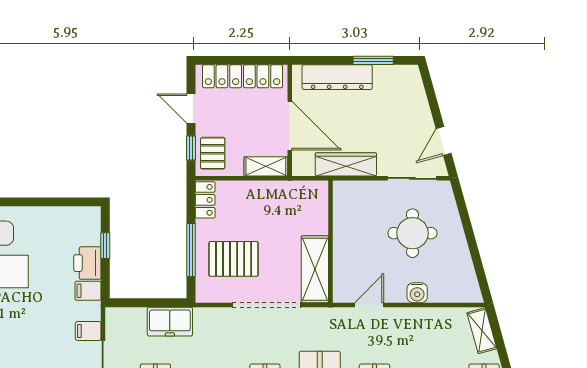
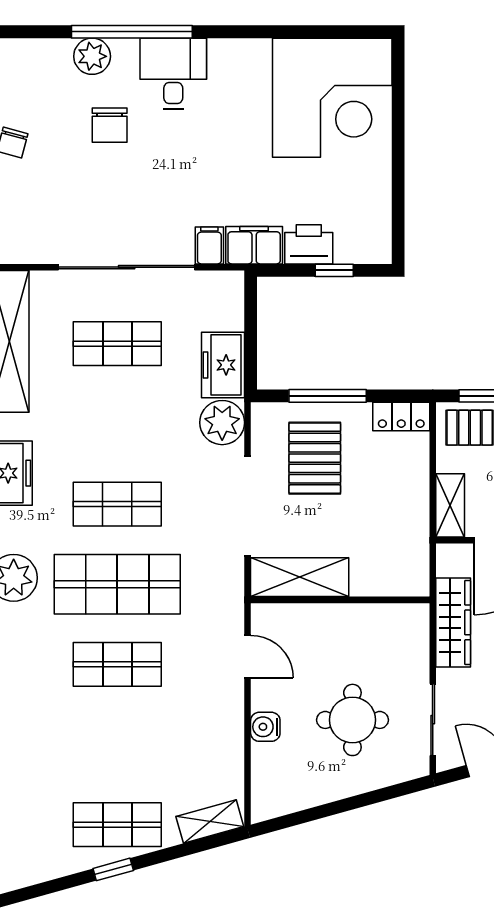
filing cabinet: (88, 291) -> (254, 245), width x2.00
plant: (209, 322) -> (222, 423), added

